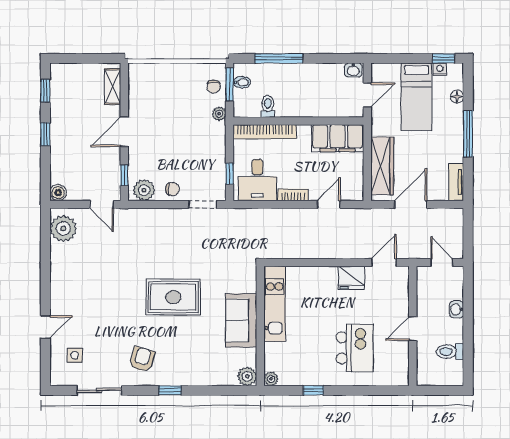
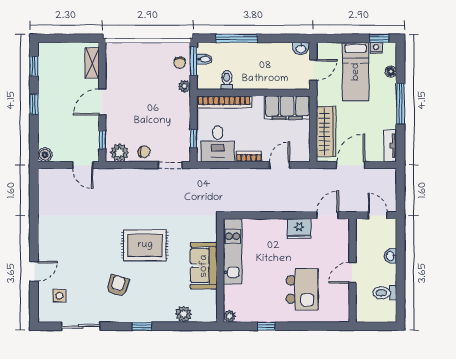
plant: (63, 228) -> (49, 186), removed
armchair: (142, 359) -> (118, 286), moved
plant: (247, 376) -> (184, 314), moved

